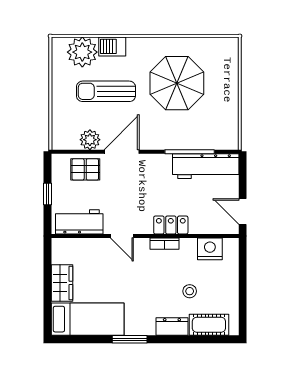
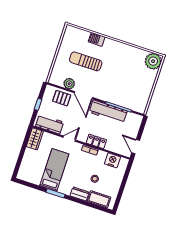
plant: (82, 52) -> (153, 61), moved
parasol: (177, 83) -> (124, 69), removed
door: (122, 152) -> (83, 95), swing flipped
workbench: (206, 166) -> (108, 112), moved
door: (122, 236) -> (69, 139), swing flipped
wardrobe: (62, 283) -> (35, 139), moved
bed: (88, 319) -> (54, 170), moved, turned -90

